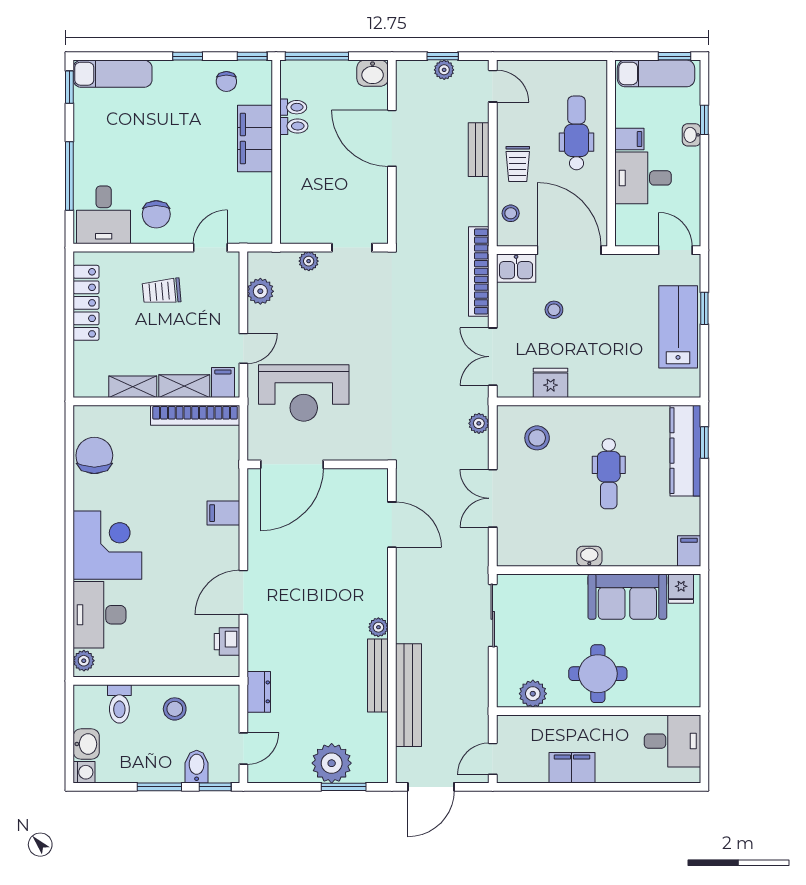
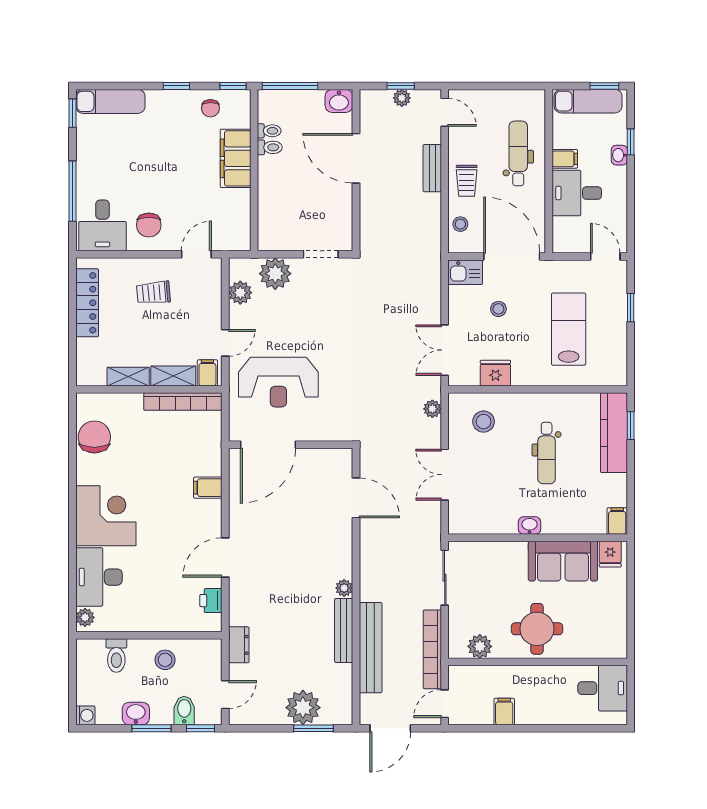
plant: (309, 261) -> (275, 274), width x1.87, depth x1.87
bookcase: (479, 271) -> (432, 649), moved
lab bench: (678, 327) -> (569, 329), moved
washbasin: (86, 744) -> (136, 714), moved, turned -90
filing cabinet: (572, 768) -> (504, 712), width x0.50

